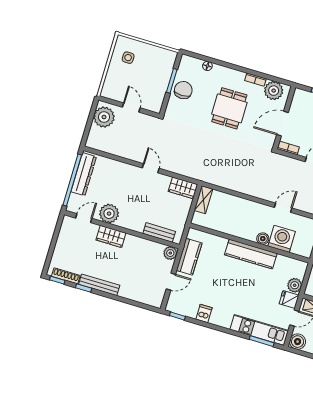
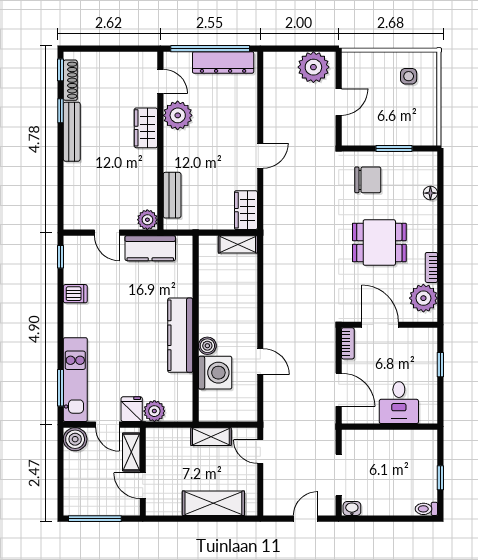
chair: (183, 90) -> (368, 180), moved

